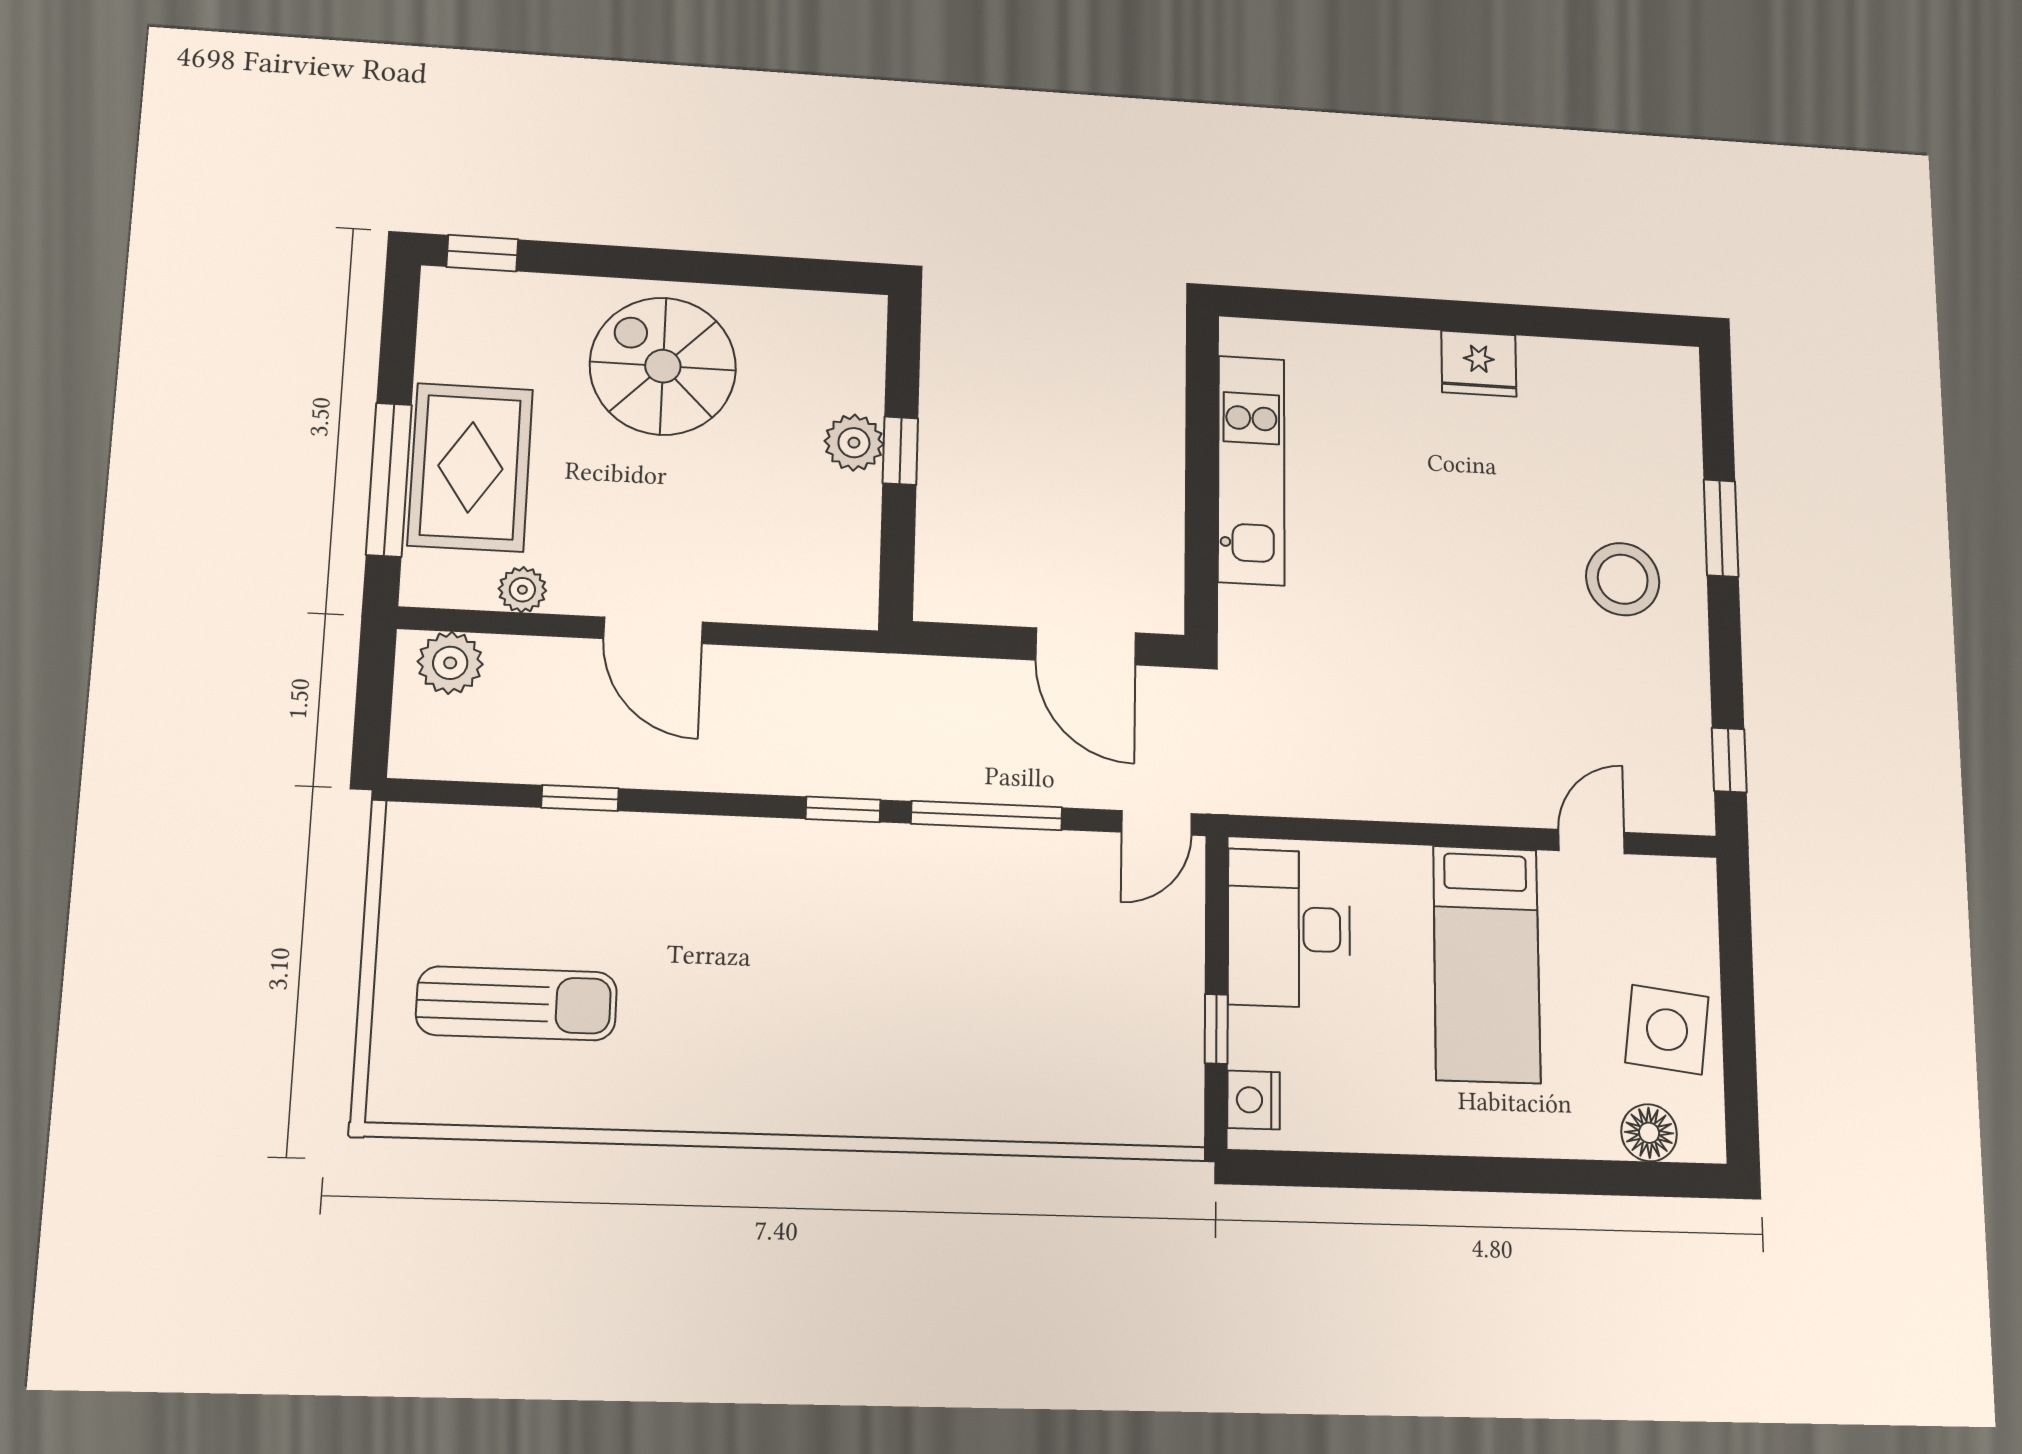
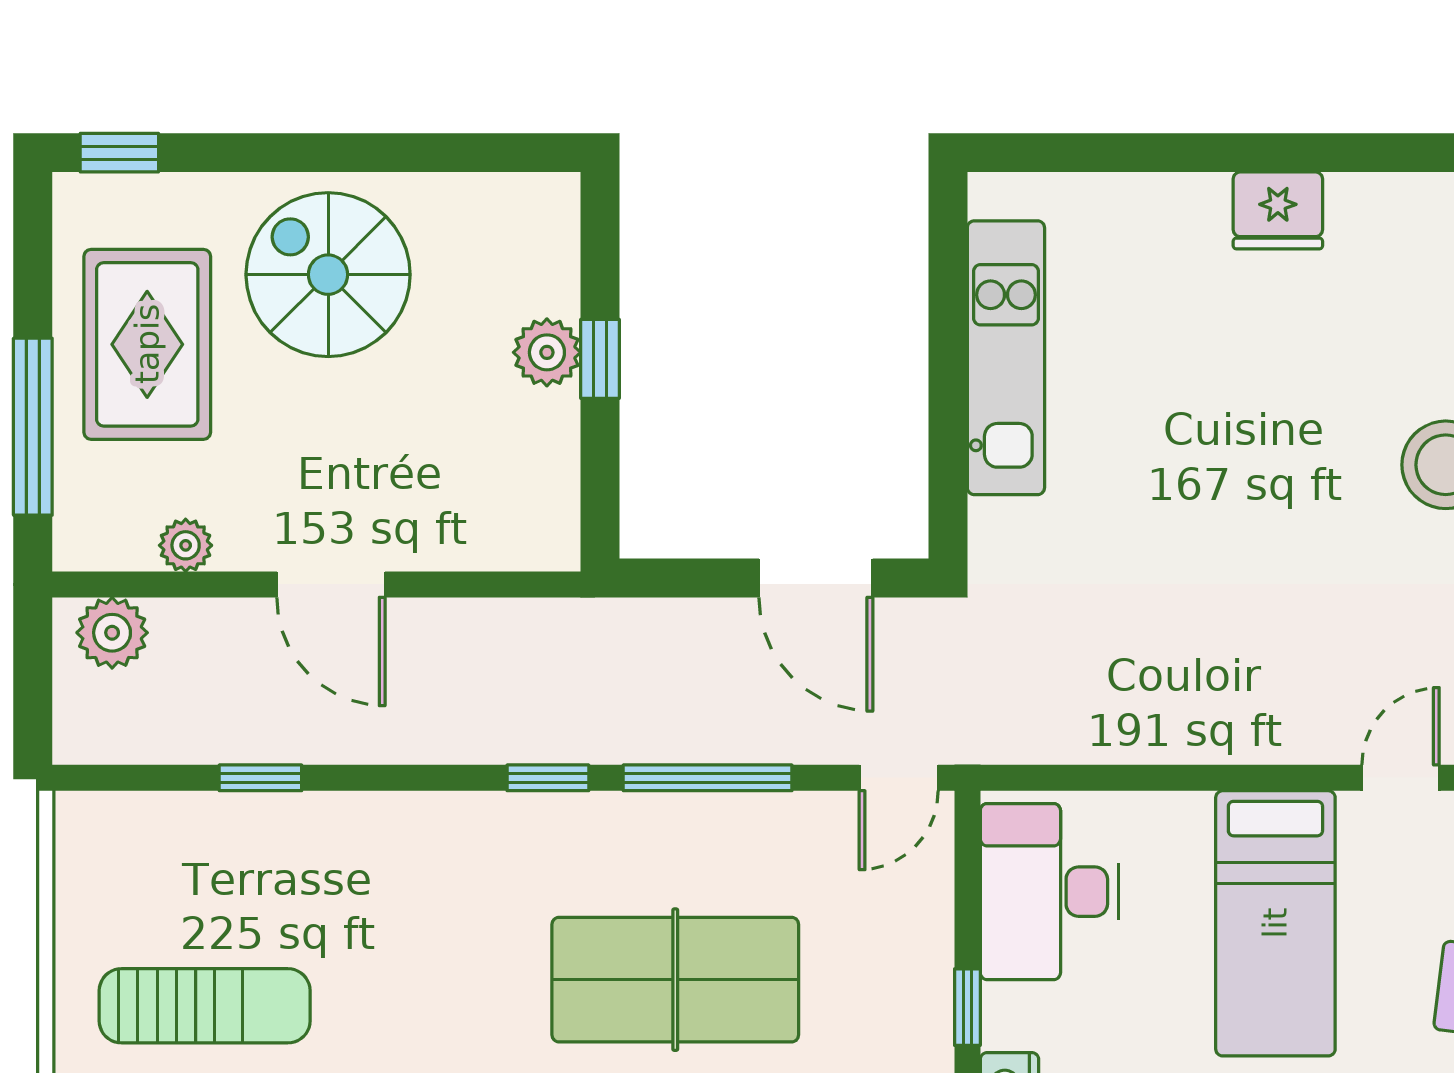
rug: (470, 467) -> (147, 344), moved
table tennis table: (954, 995) -> (675, 980), added

